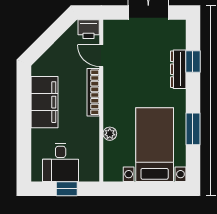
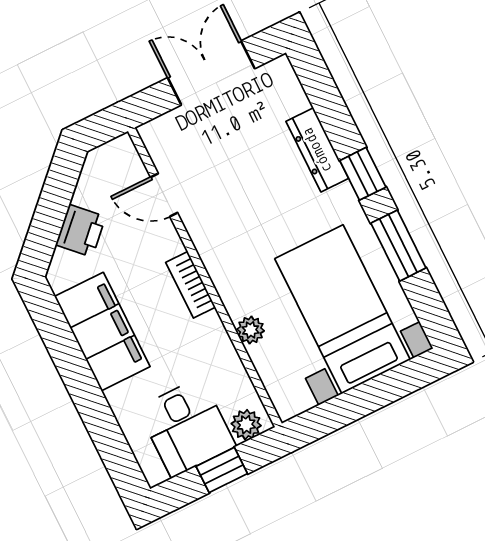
printer: (89, 29) -> (81, 231), moved, turned -45
window: (193, 61) -> (363, 174), moved
bookcase: (93, 92) -> (191, 285), width x0.64
plant: (87, 174) -> (246, 425), added

